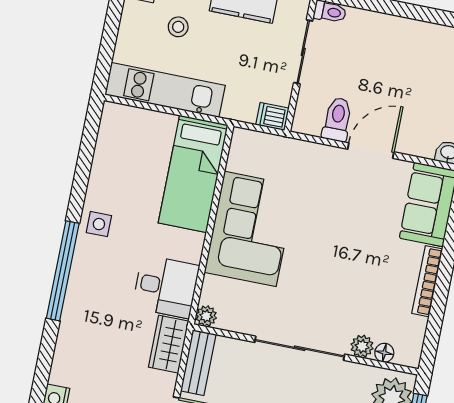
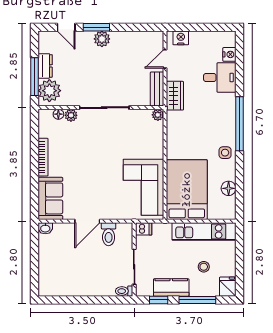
floor lamp: (106, 159) -> (229, 188), added
bed: (193, 174) -> (187, 190), width x1.50
corner sofa: (250, 229) -> (143, 187), moved
desk: (166, 287) -> (220, 77), moved, turned 180

